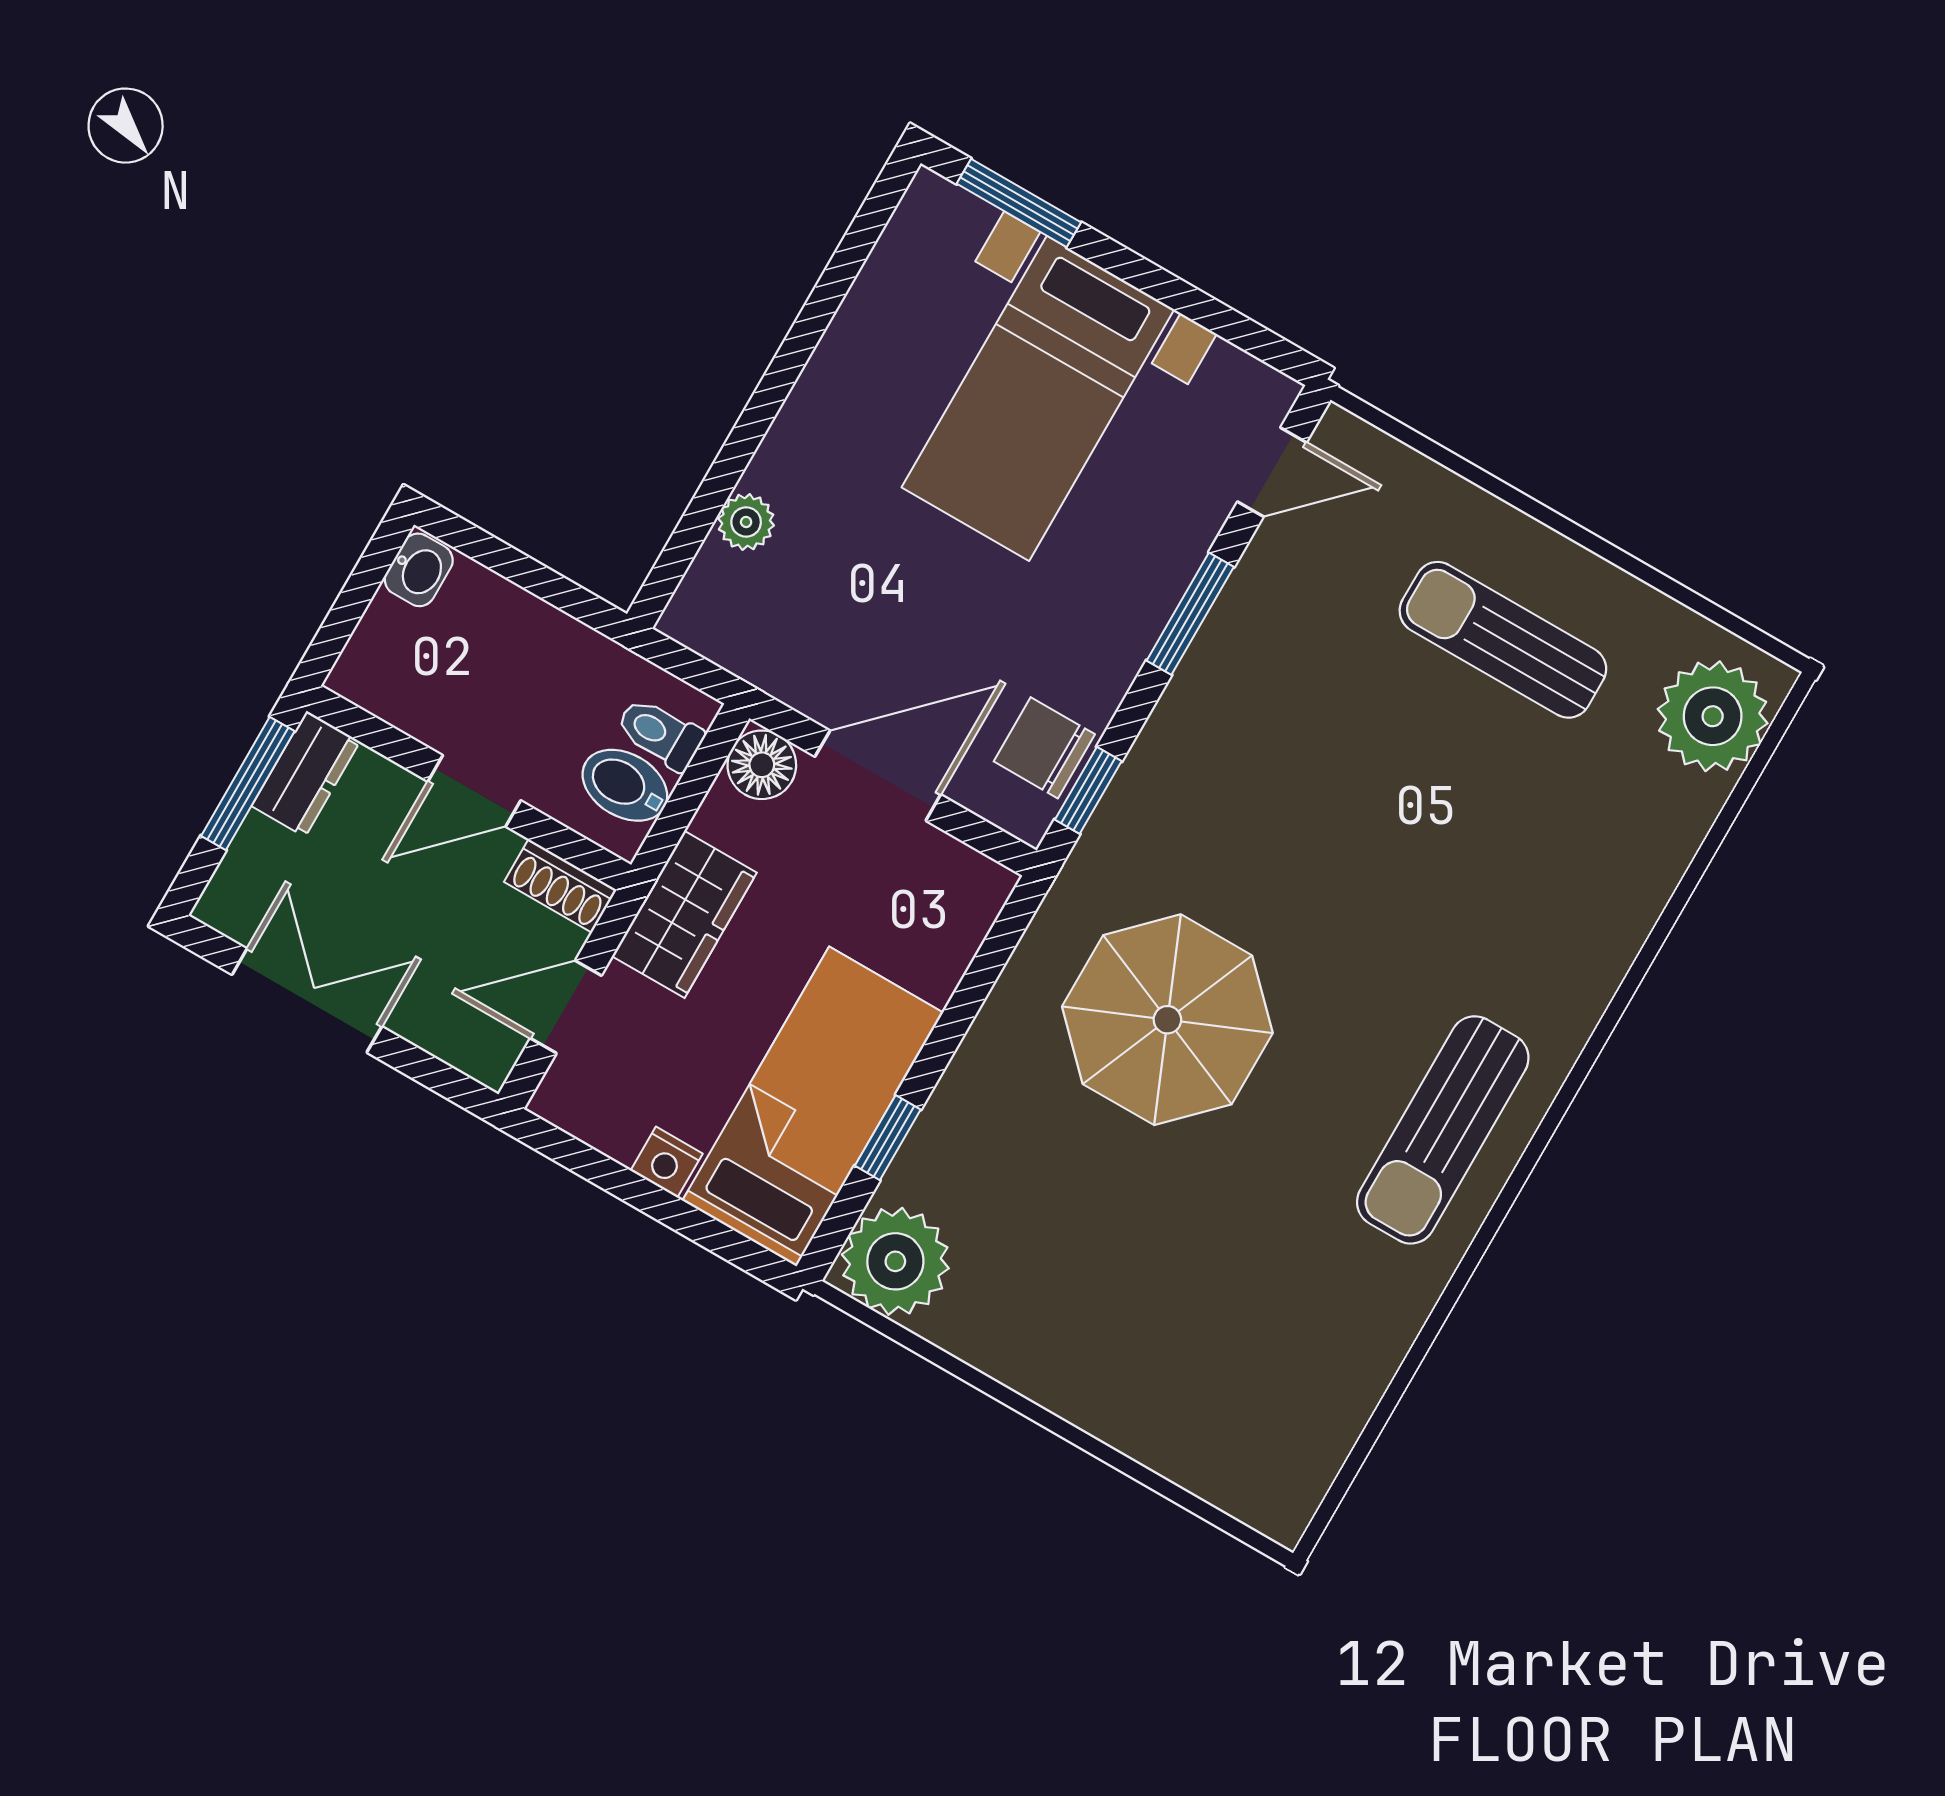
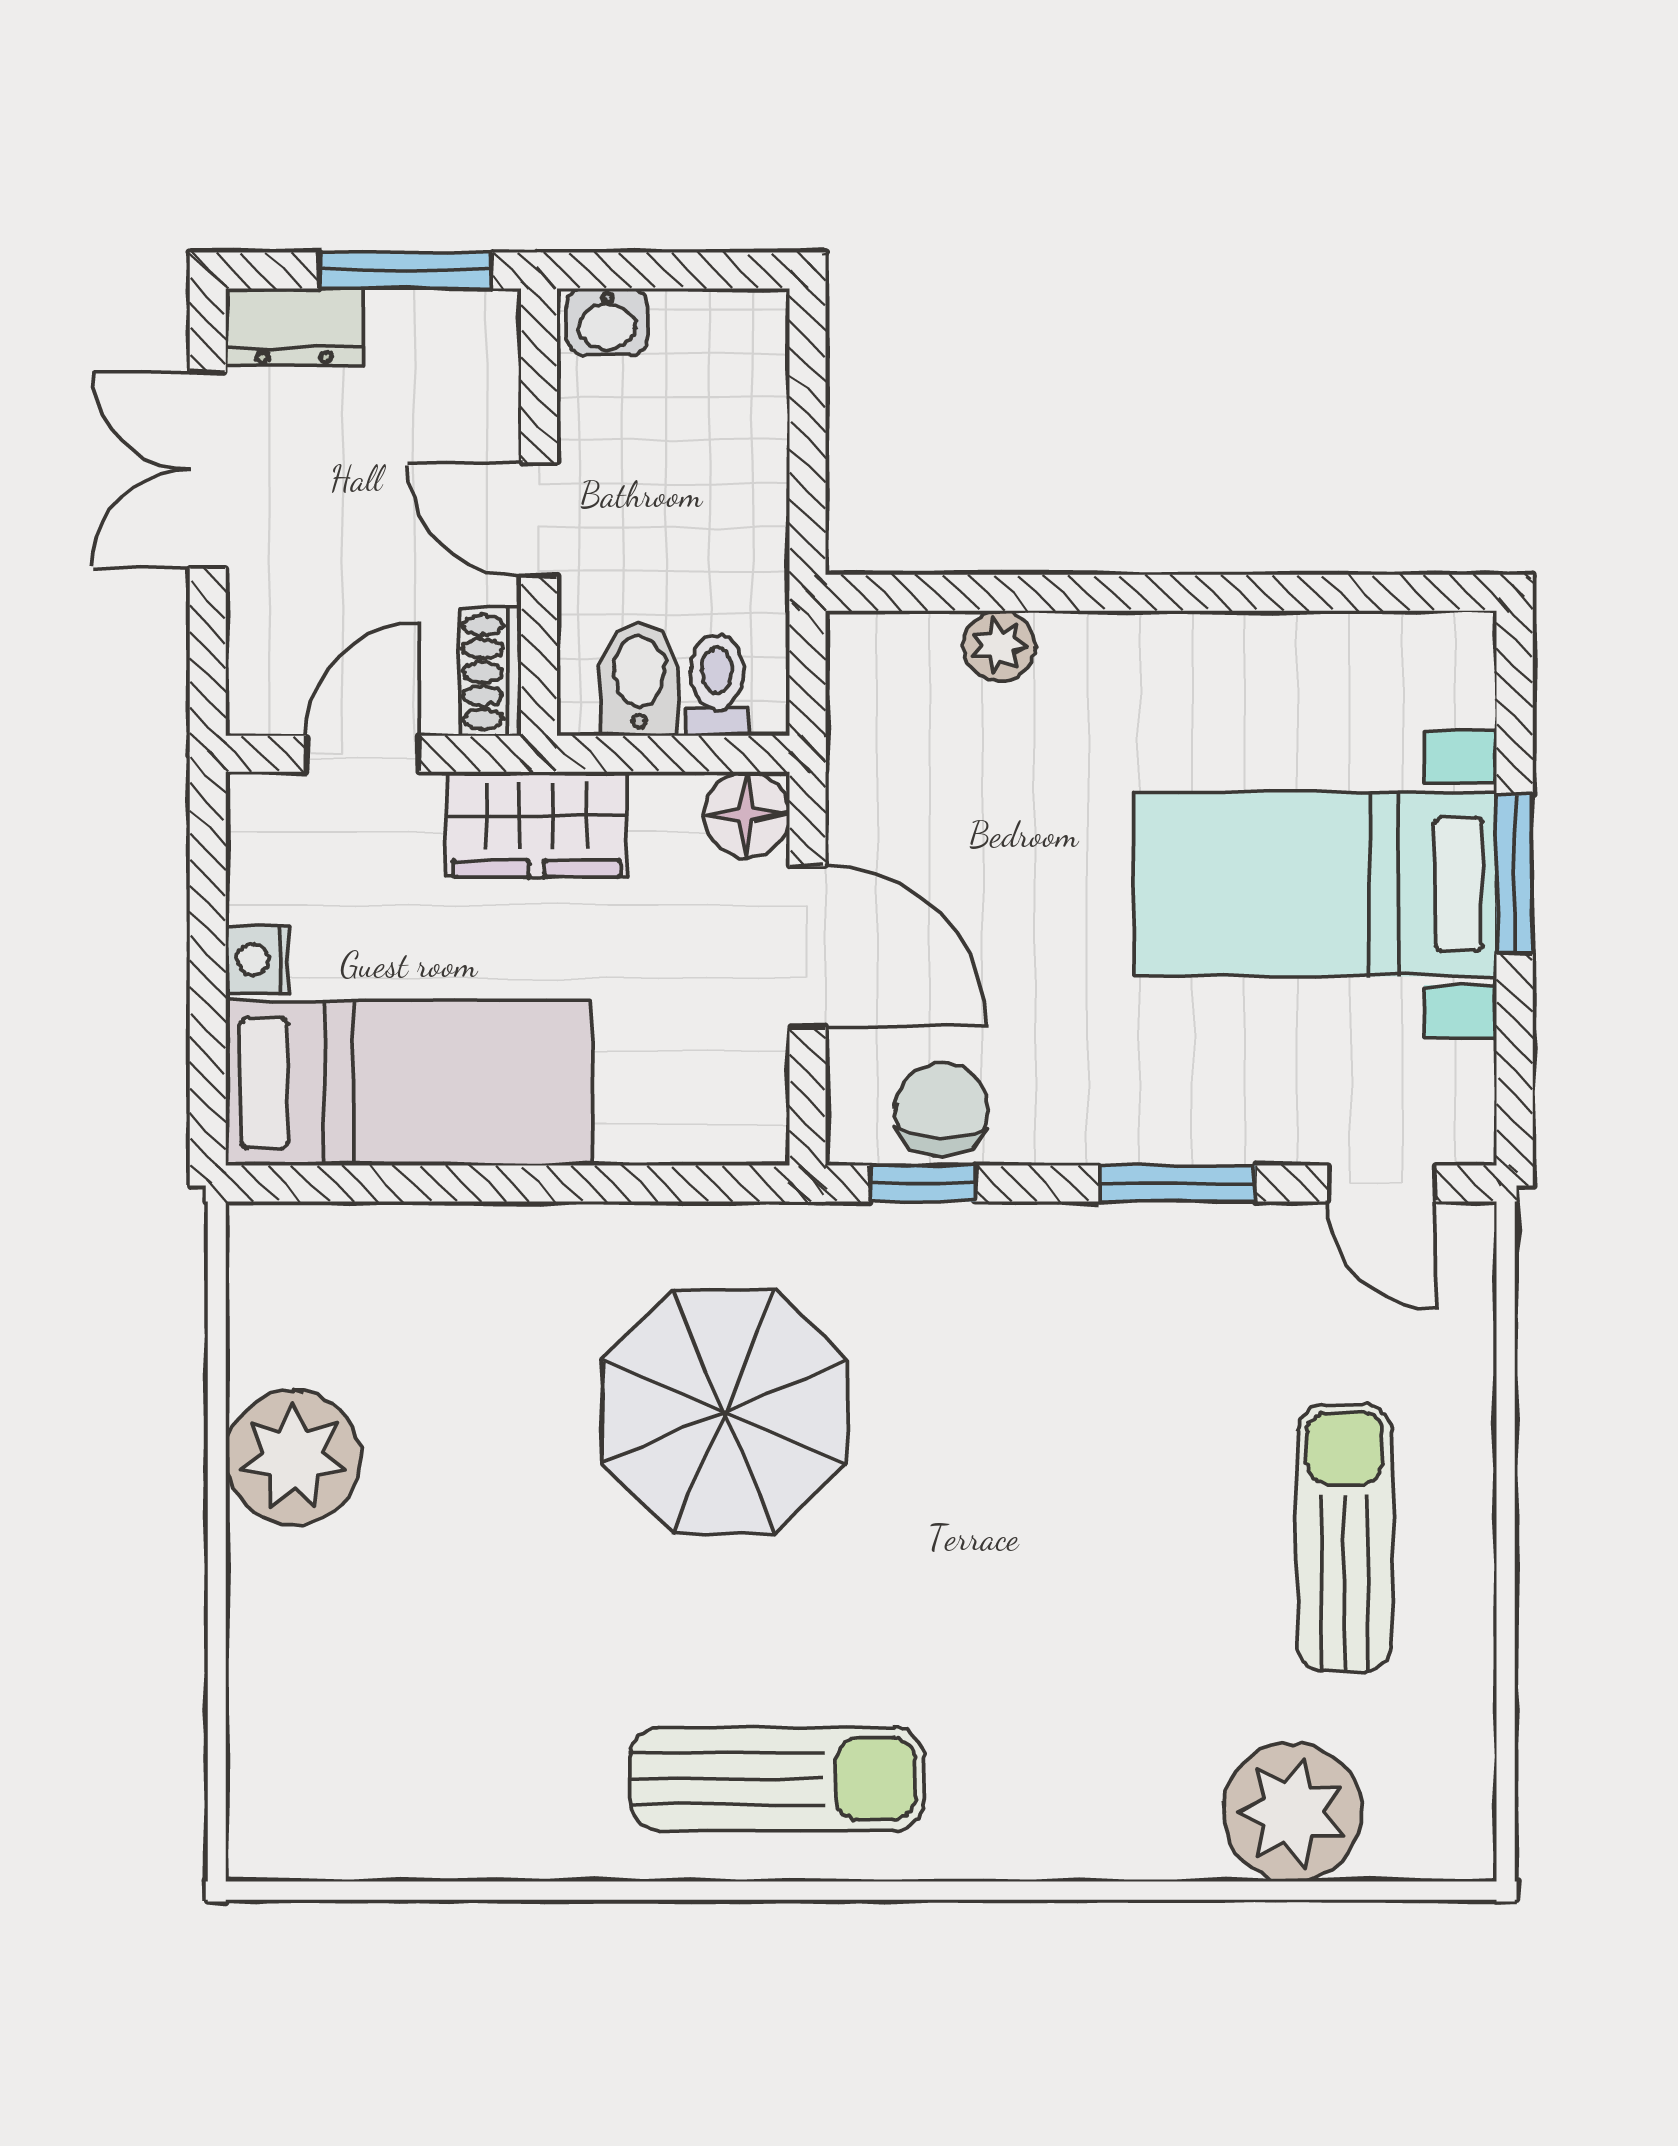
window: (1019, 203) -> (1515, 874), moved
washbasin: (419, 570) -> (607, 322), moved
plant: (1713, 716) -> (1292, 1812), moved
dresser: (306, 774) -> (294, 327), moved
double door: (307, 1001) -> (208, 470), swing flipped
door: (566, 1007) -> (363, 754), hinge flipped
sun lounger: (1443, 1130) -> (777, 1779), turned 180
window: (888, 1138) -> (422, 1183), removed
plant: (895, 1261) -> (293, 1458), moved

